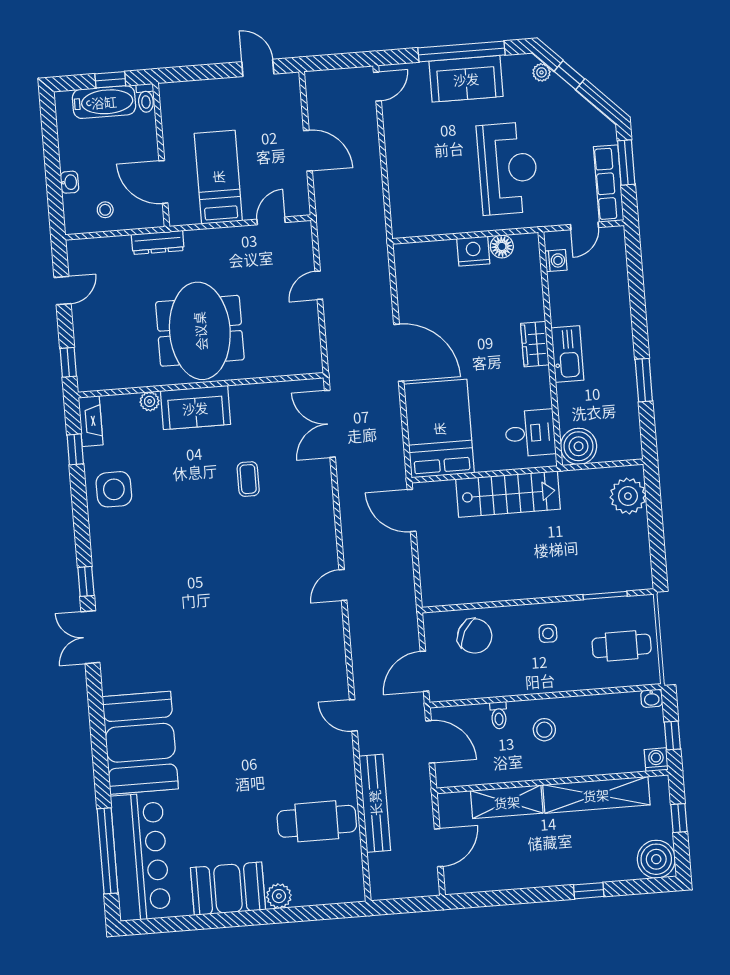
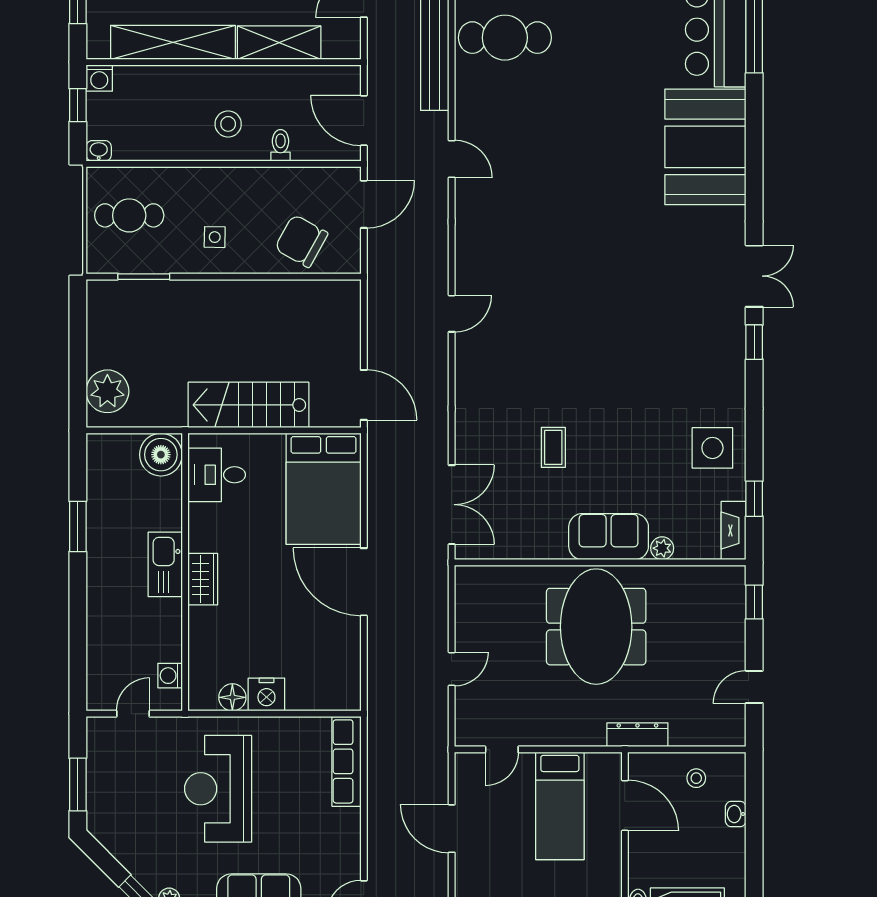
row of seats: (609, 184) -> (346, 761), moved, turned 180

